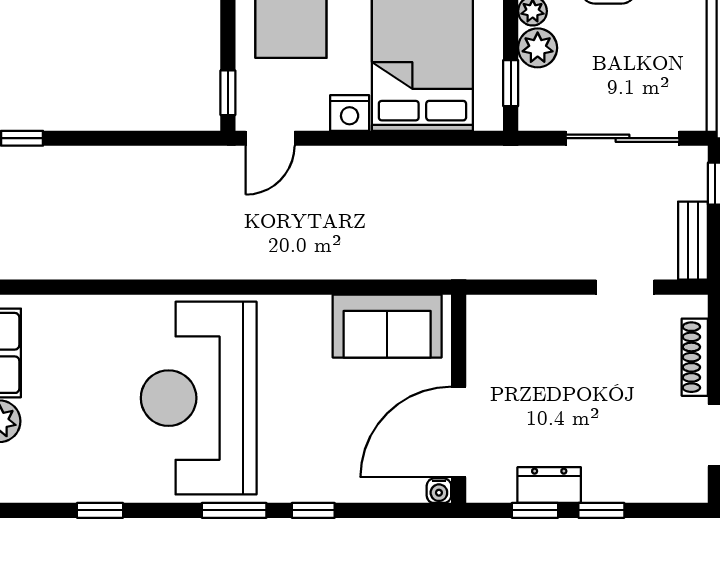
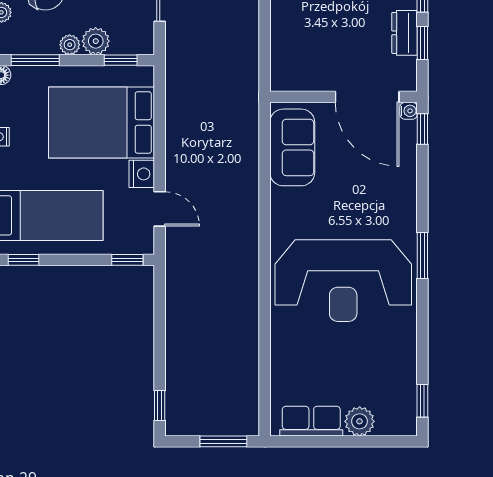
door: (270, 138) -> (160, 209), moved
window: (100, 510) -> (422, 401), moved
window: (313, 510) -> (422, 129), moved

